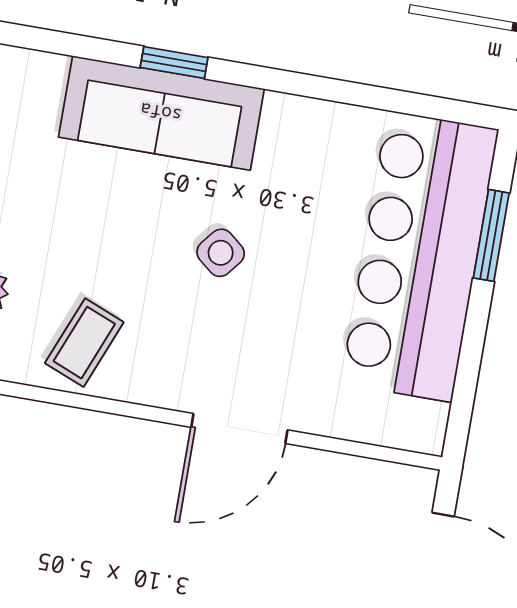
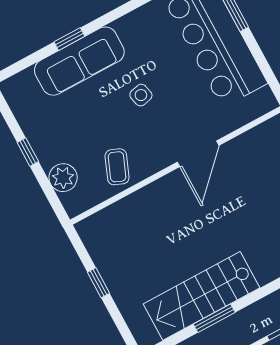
side table: (221, 253) -> (141, 95), turned 38

